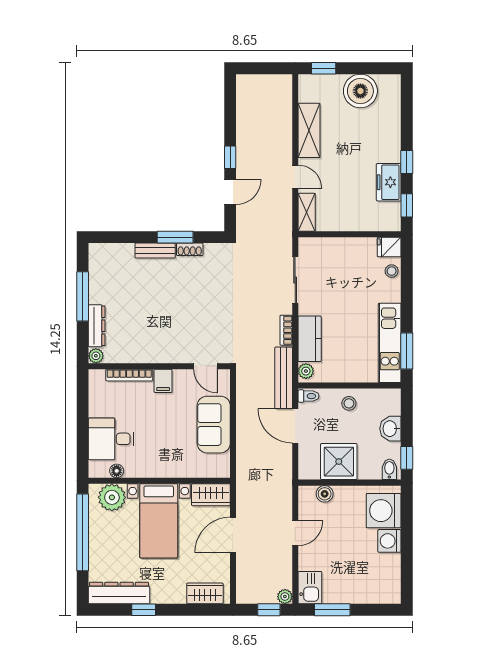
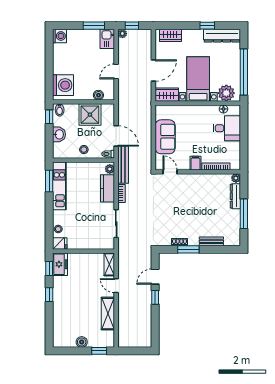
boiler: (360, 91) -> (82, 342), width x0.54, depth x0.54
freezer: (389, 182) -> (60, 264), moved
bench: (155, 251) -> (211, 241), moved
washing machine: (389, 541) -> (59, 36), moved

